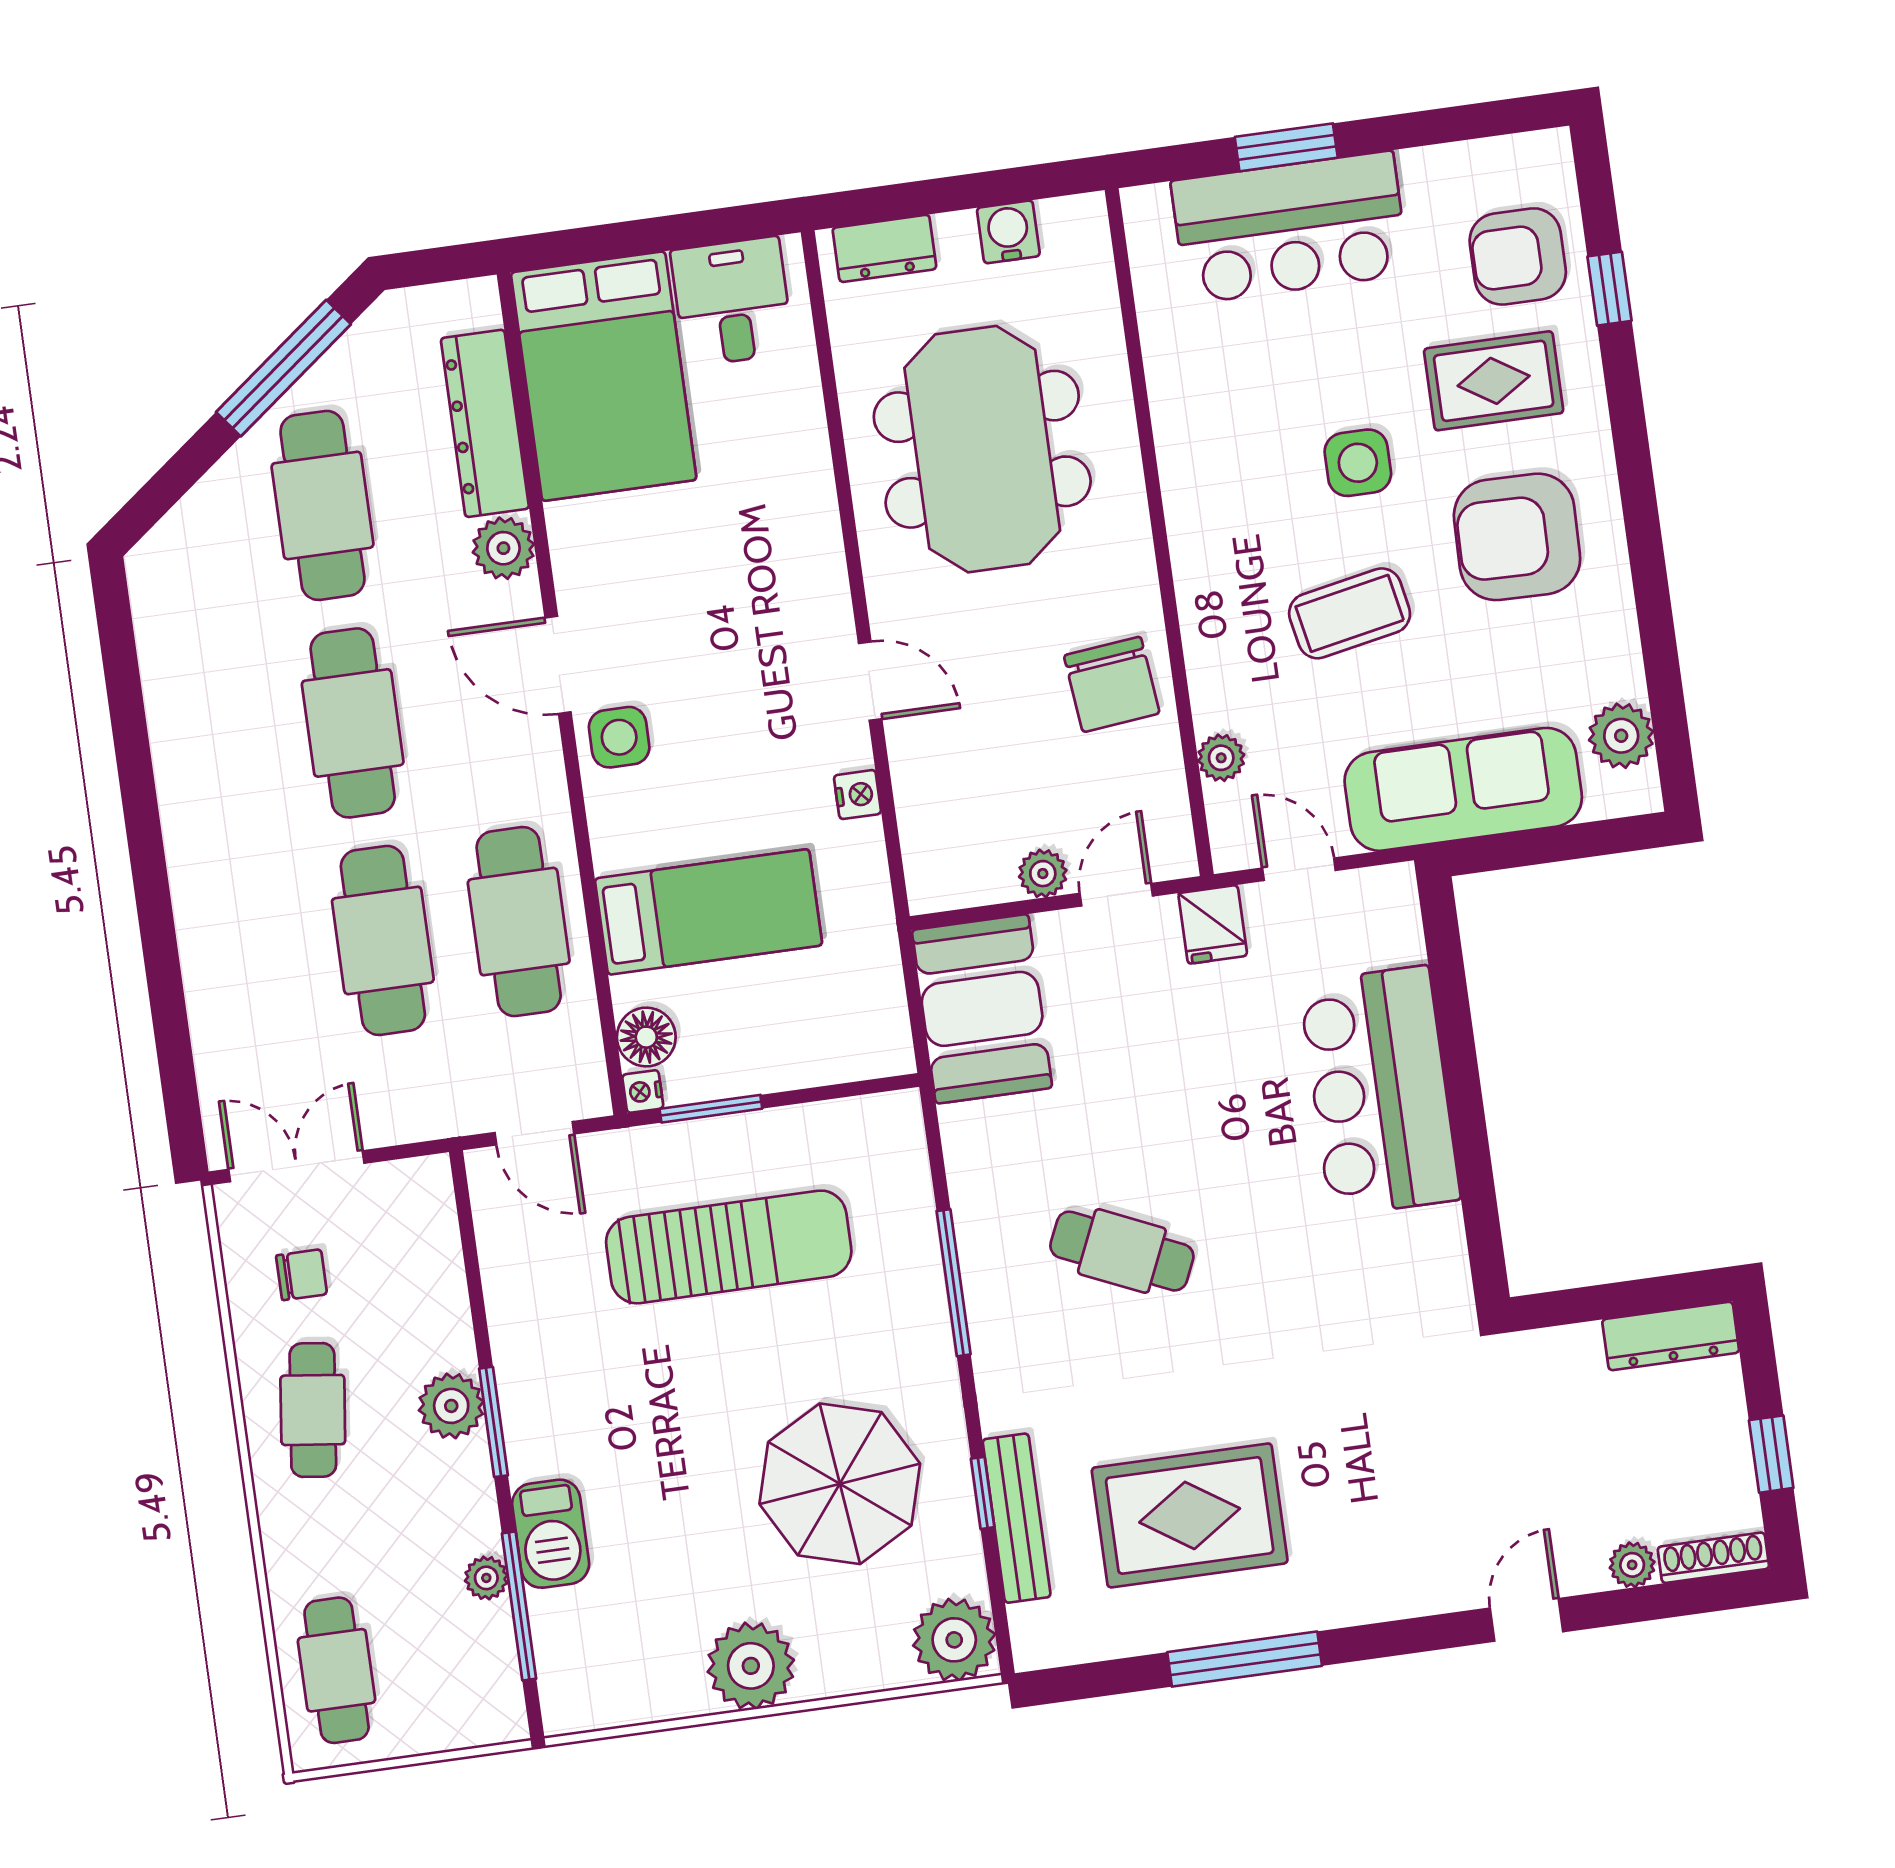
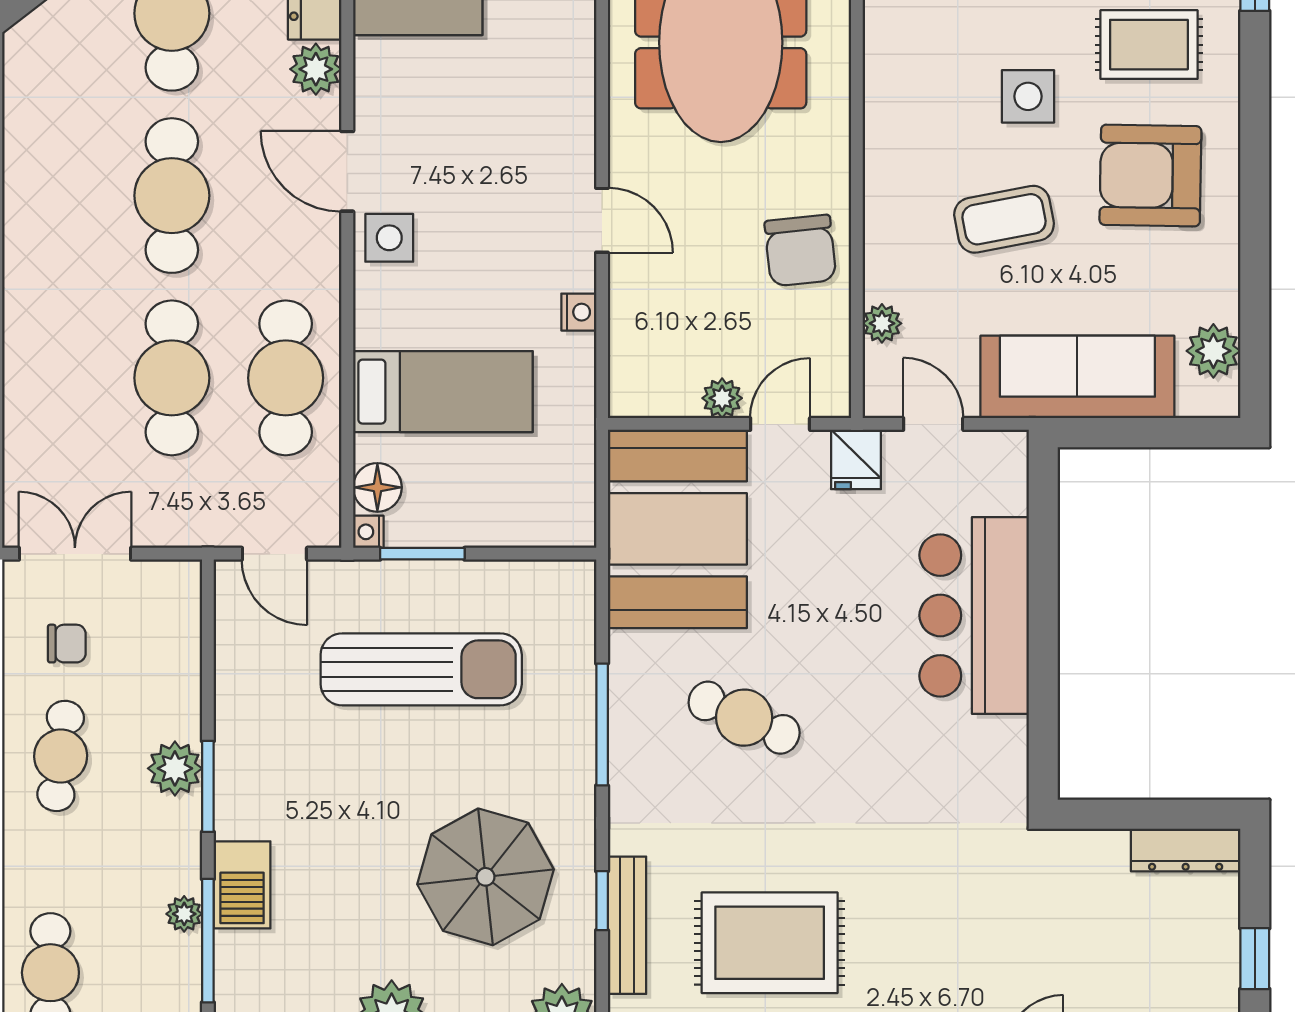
booth: (982, 1009) -> (677, 529), width x1.36, depth x1.42

